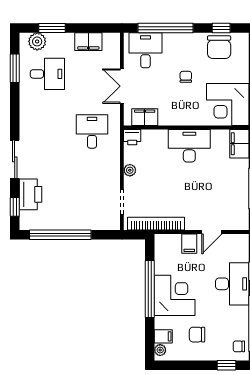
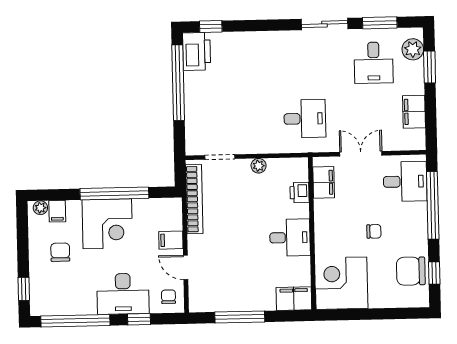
printer: (132, 137) -> (300, 193), moved
desk: (189, 146) -> (290, 238), width x0.73
sliding door: (15, 159) -> (324, 24), moved
printer: (30, 194) -> (197, 51), moved, turned -90
chair: (239, 346) -> (168, 297), moved

